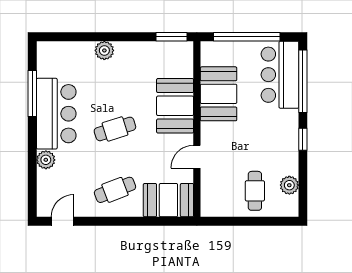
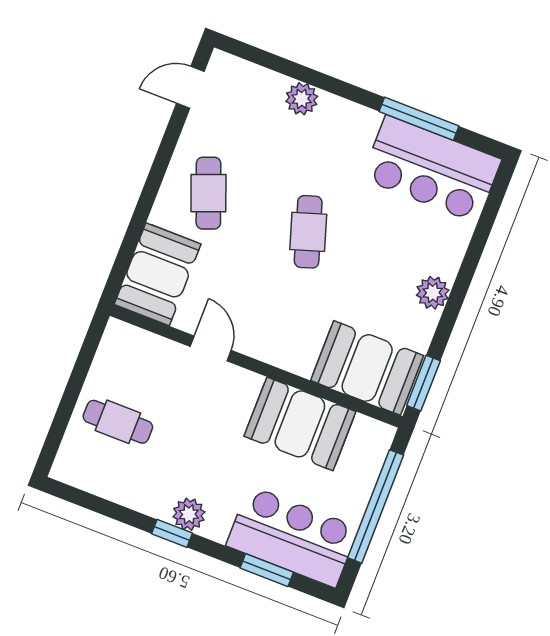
plant: (104, 50) -> (433, 293), moved
window: (303, 81) -> (267, 570), width x0.47
booth: (175, 106) -> (367, 368), moved
bar counter: (56, 114) -> (432, 169), moved
plant: (289, 185) -> (189, 514), moved
door: (63, 221) -> (190, 87), swing flipped

